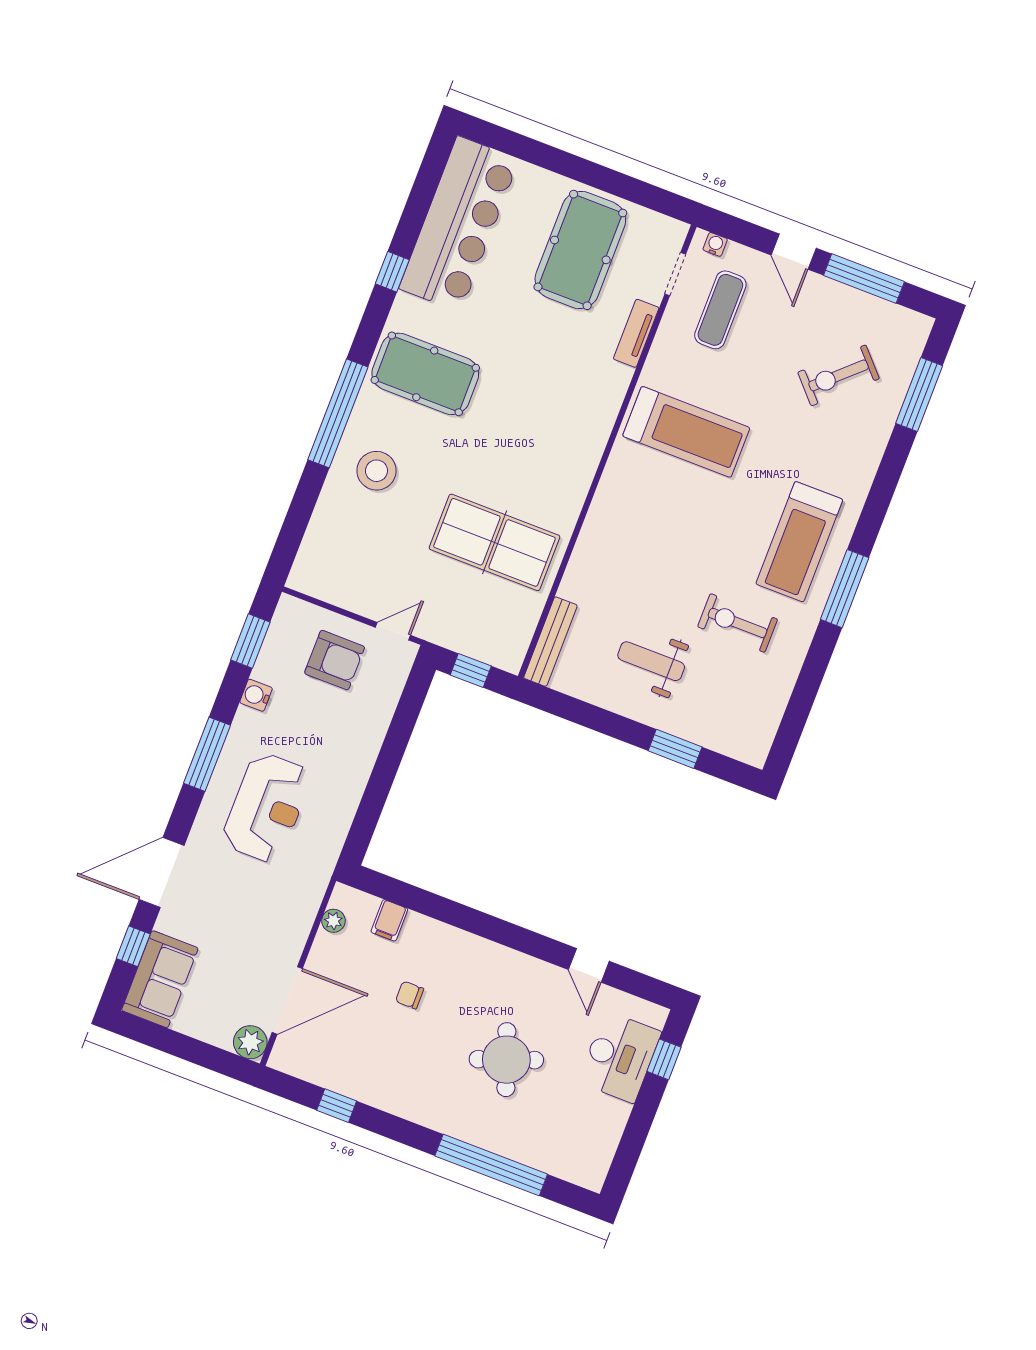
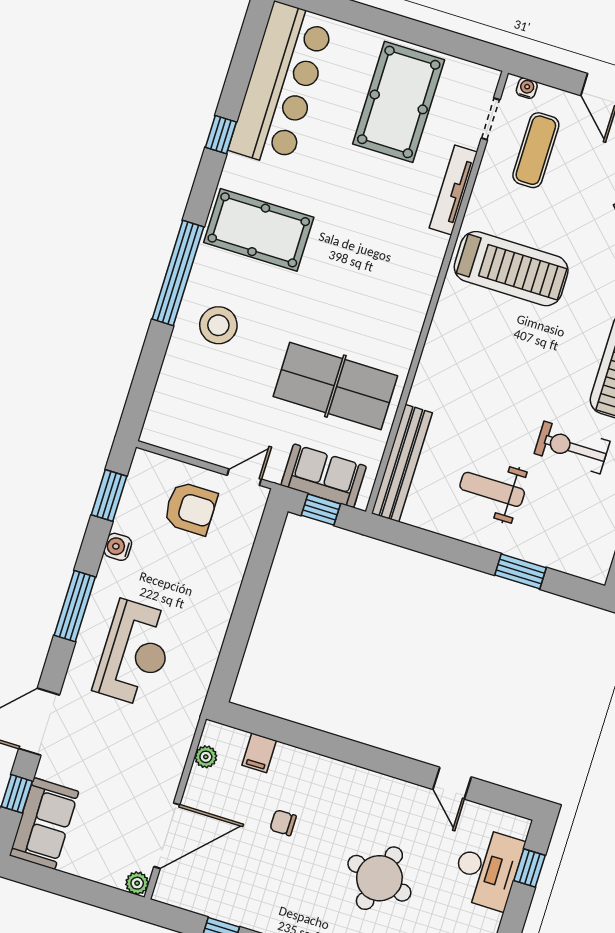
tv unit: (636, 333) -> (453, 190), width x1.41
sofa: (476, 635) -> (324, 476), added
bench: (550, 642) -> (402, 463), width x1.37, depth x1.21
plant: (250, 1042) -> (137, 883), width x0.73, depth x0.73
round table: (506, 1060) -> (379, 878), turned 35

